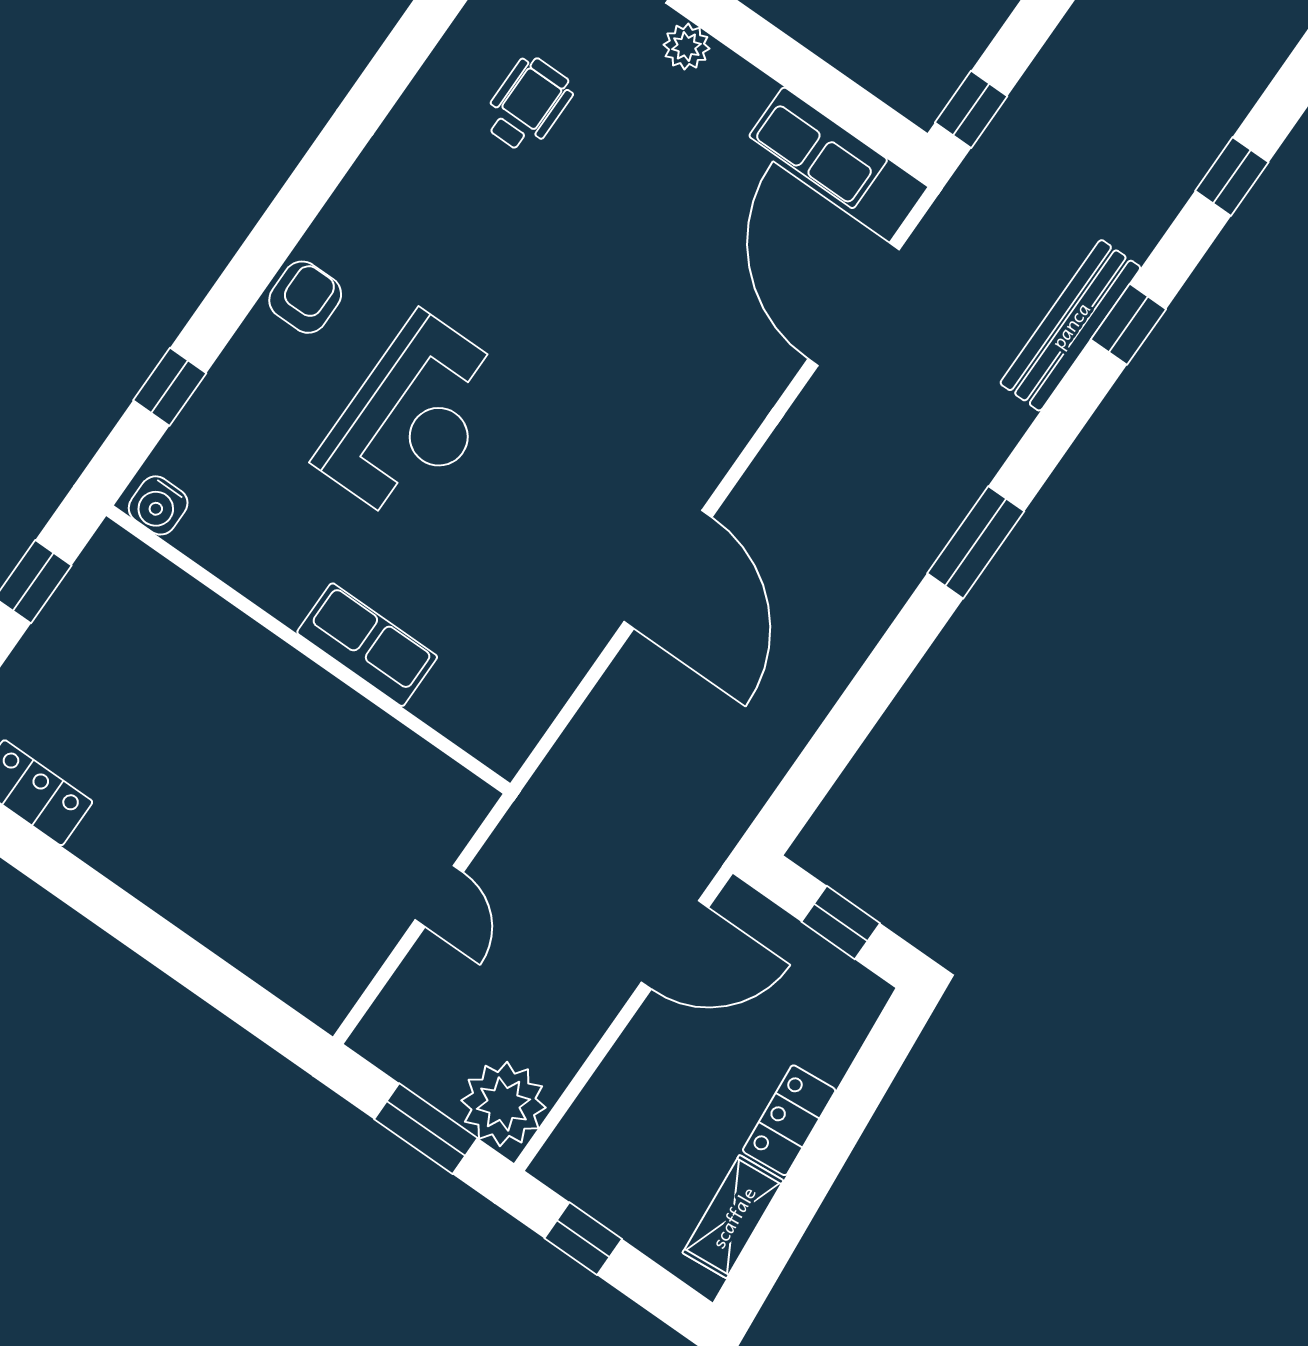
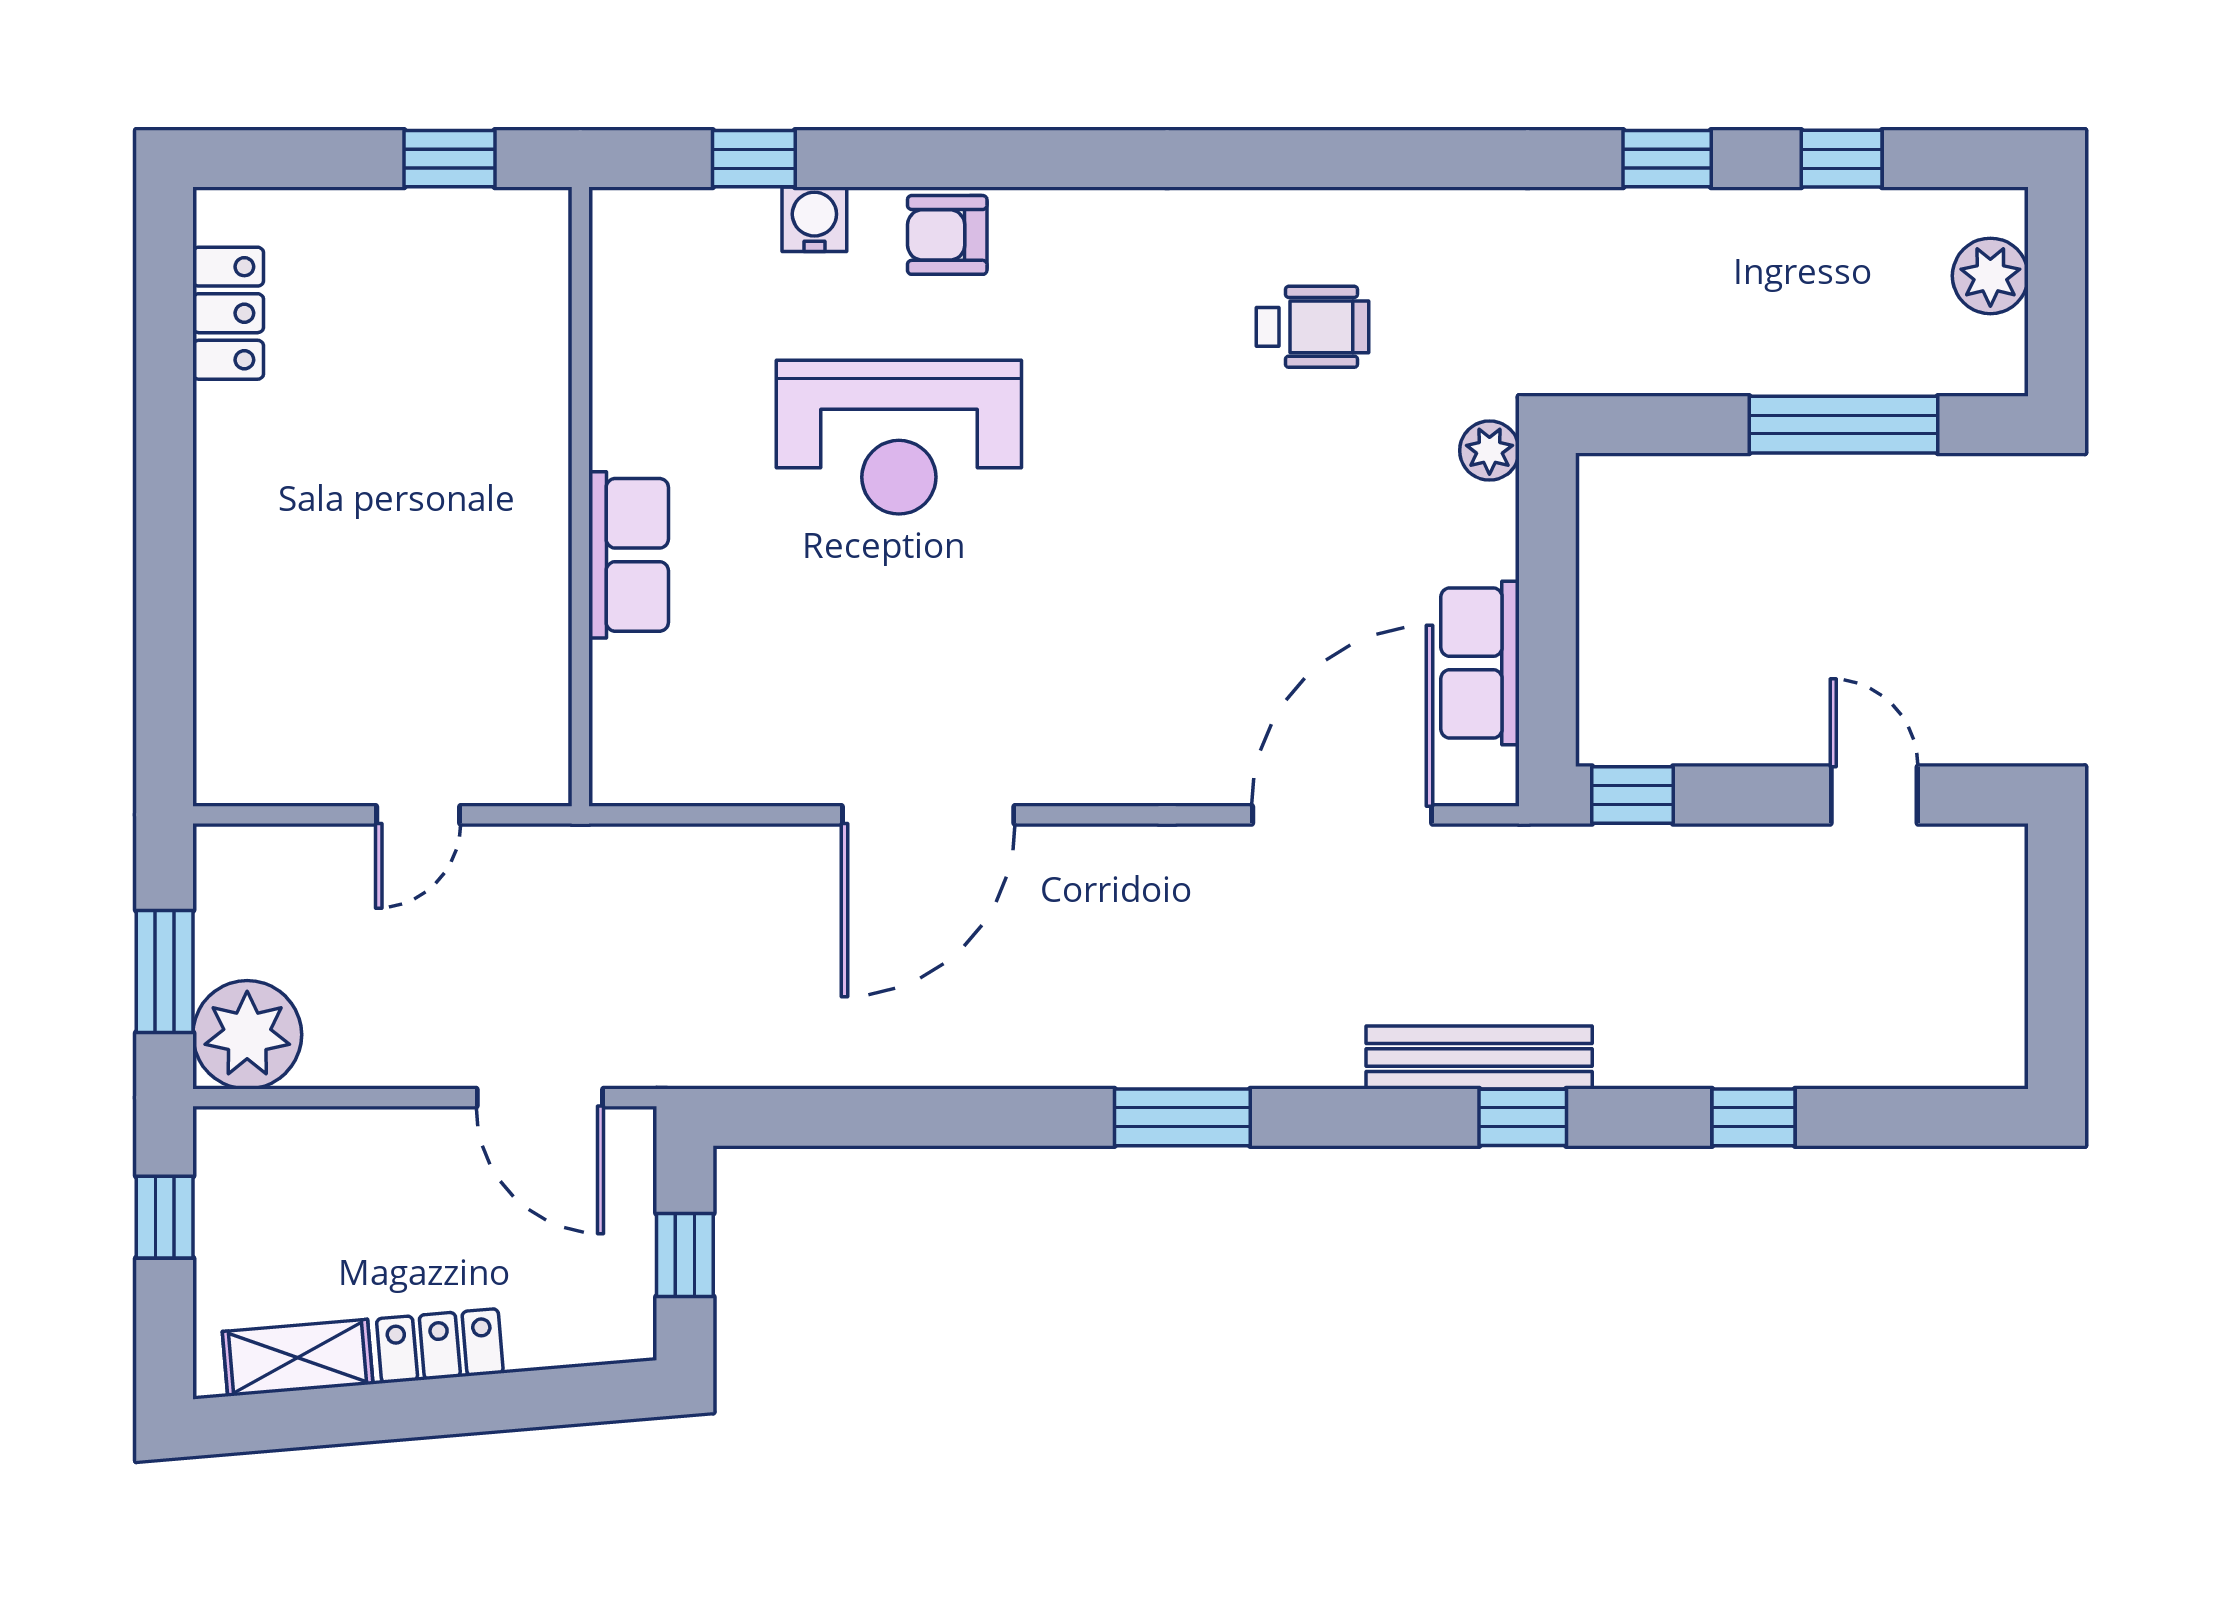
armchair: (305, 297) -> (947, 235), turned 180
water cooler: (158, 505) -> (814, 219), moved, turned 90

